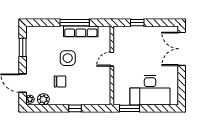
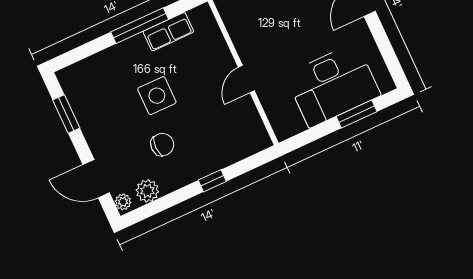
row of seats: (81, 31) -> (168, 32), width x0.68
door: (112, 59) -> (246, 79), moved
window: (129, 108) -> (357, 114), moved

